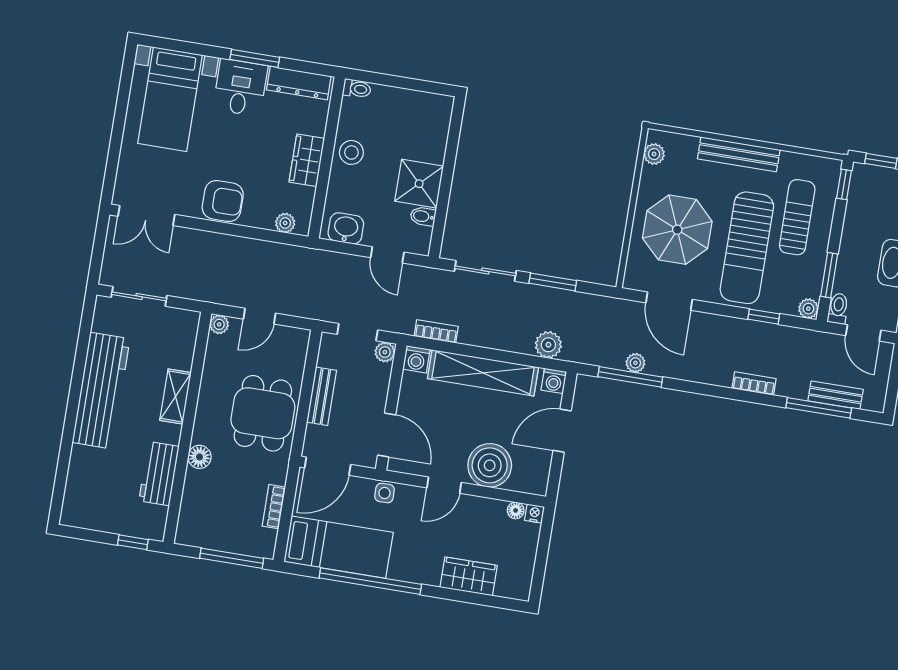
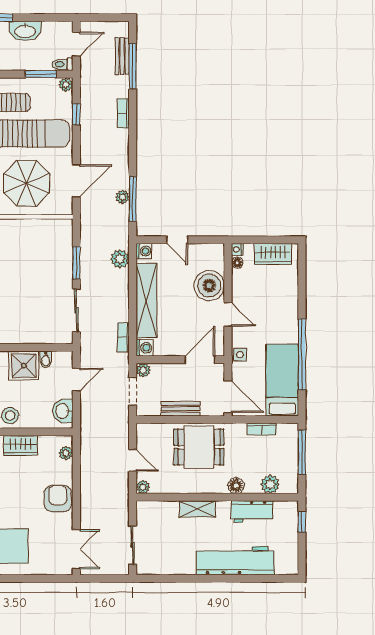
workbench: (101, 391) -> (235, 561), moved
door: (562, 431) -> (177, 240), width x0.73
plant: (193, 506) -> (270, 484), added
wardrobe: (469, 576) -> (273, 254), moved, turned -90

